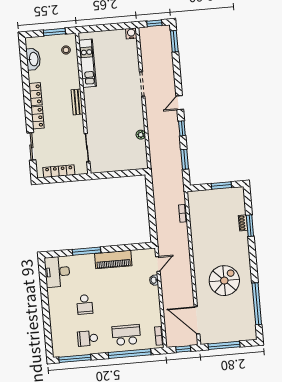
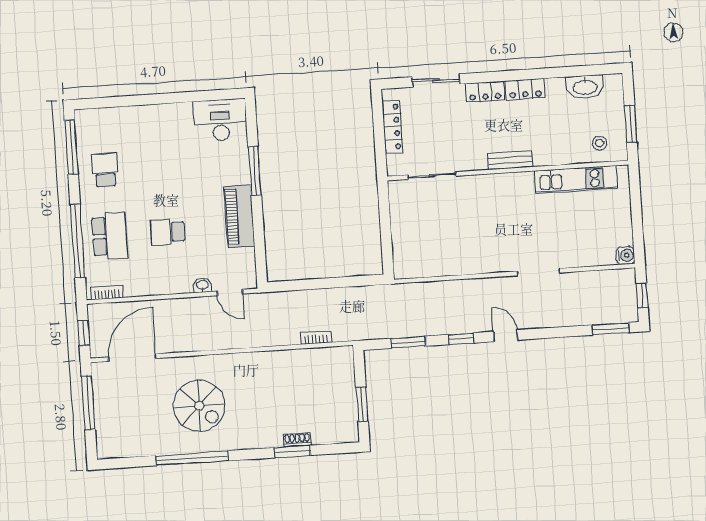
plant: (141, 135) -> (452, 268), removed
school desk: (85, 304) -> (168, 232), moved
window: (257, 304) -> (192, 458), moved

